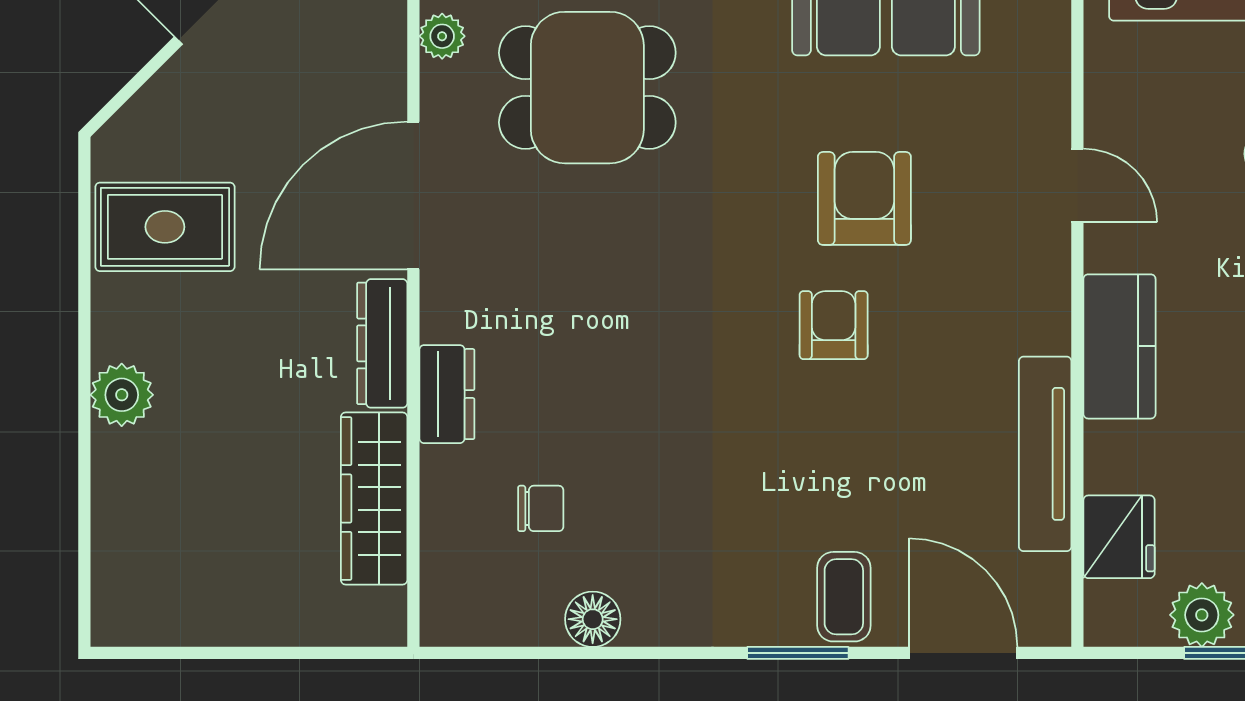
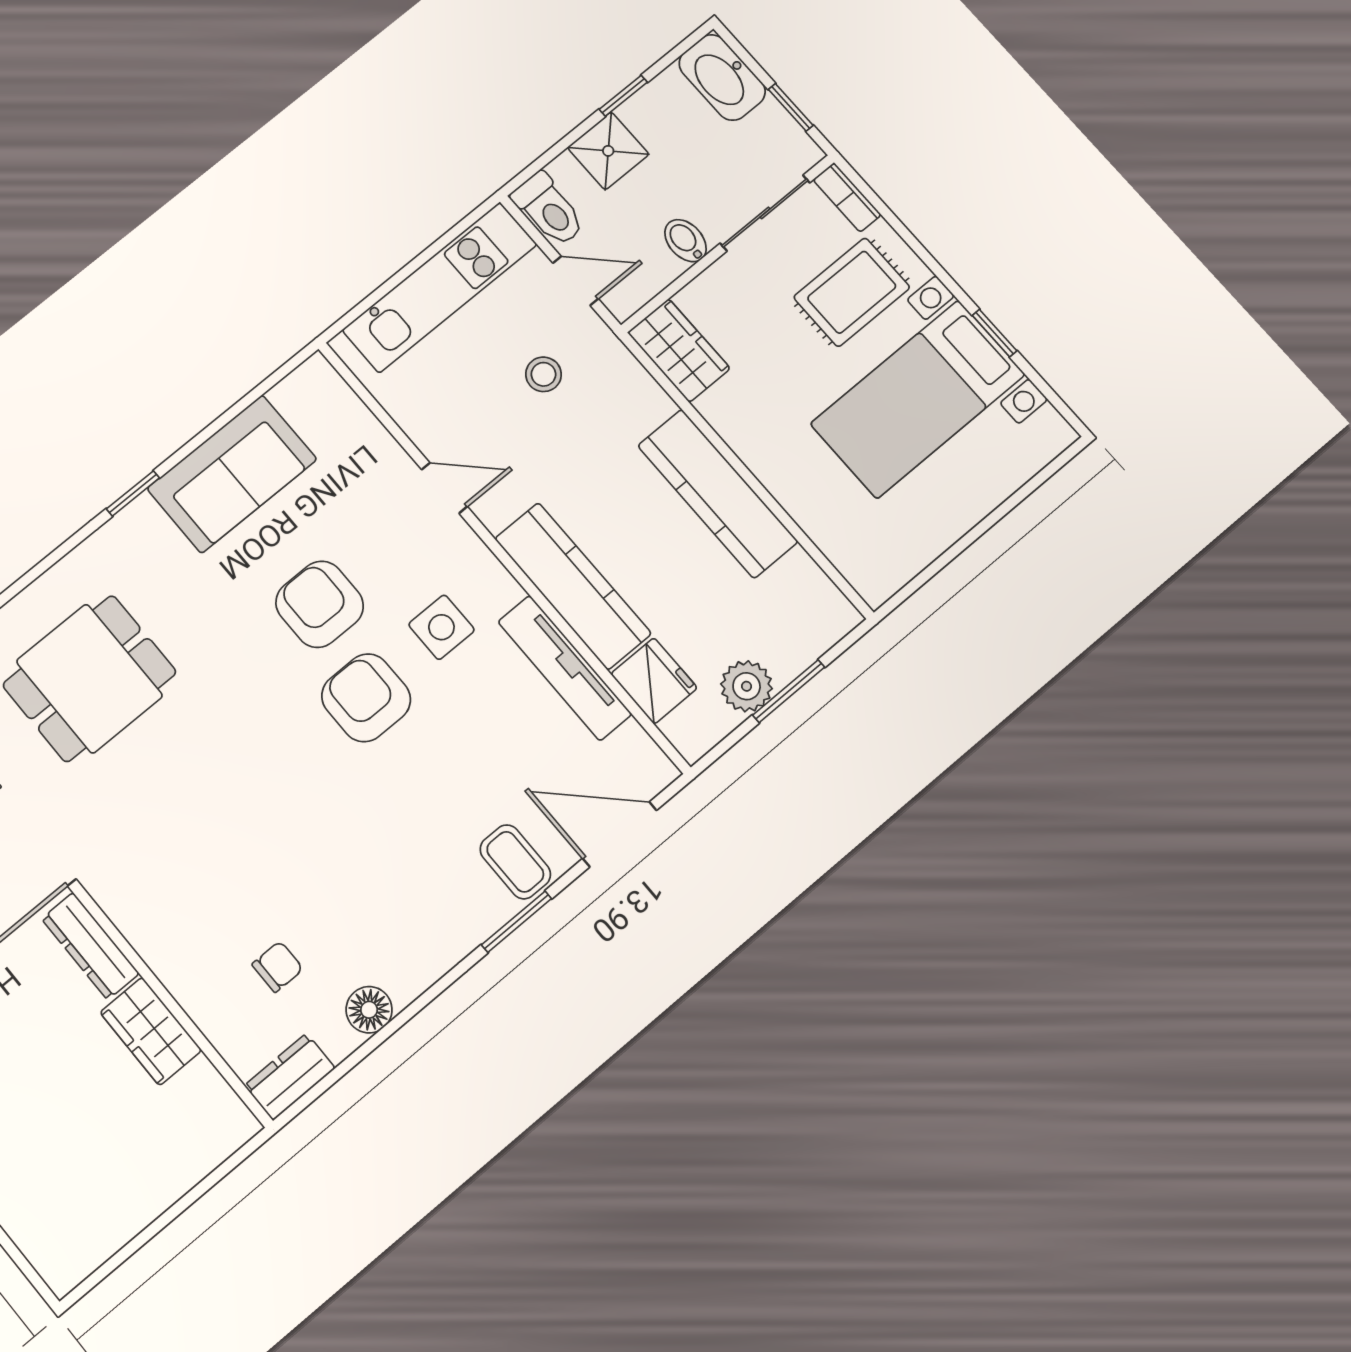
side table: (961, 317) -> (441, 627), added
armchair: (834, 325) -> (366, 698), width x1.38, depth x1.38
kitchen counter: (1119, 346) -> (573, 586), width x1.50
dresser: (447, 394) -> (290, 1077), moved, turned -90
wardrobe: (374, 499) -> (151, 1031), width x0.67

